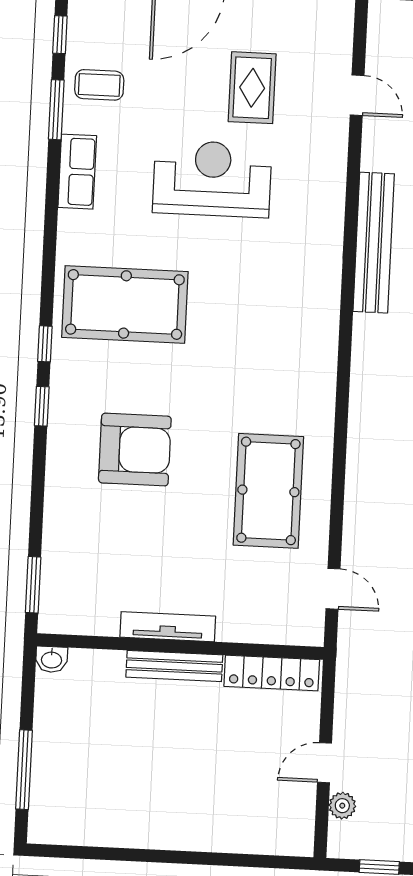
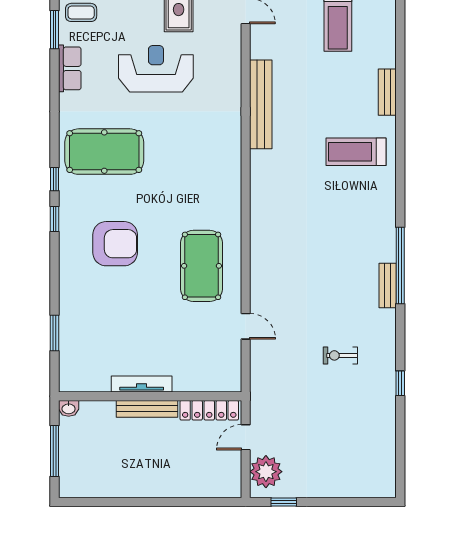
tv unit: (168, 627) -> (142, 384), moved
wall: (180, 646) -> (150, 396), moved
washbasin: (52, 659) -> (69, 408), moved
bench: (174, 666) -> (147, 409), moved
locker: (272, 673) -> (209, 410), moved
plant: (342, 806) -> (266, 472), width x1.88, depth x1.88

